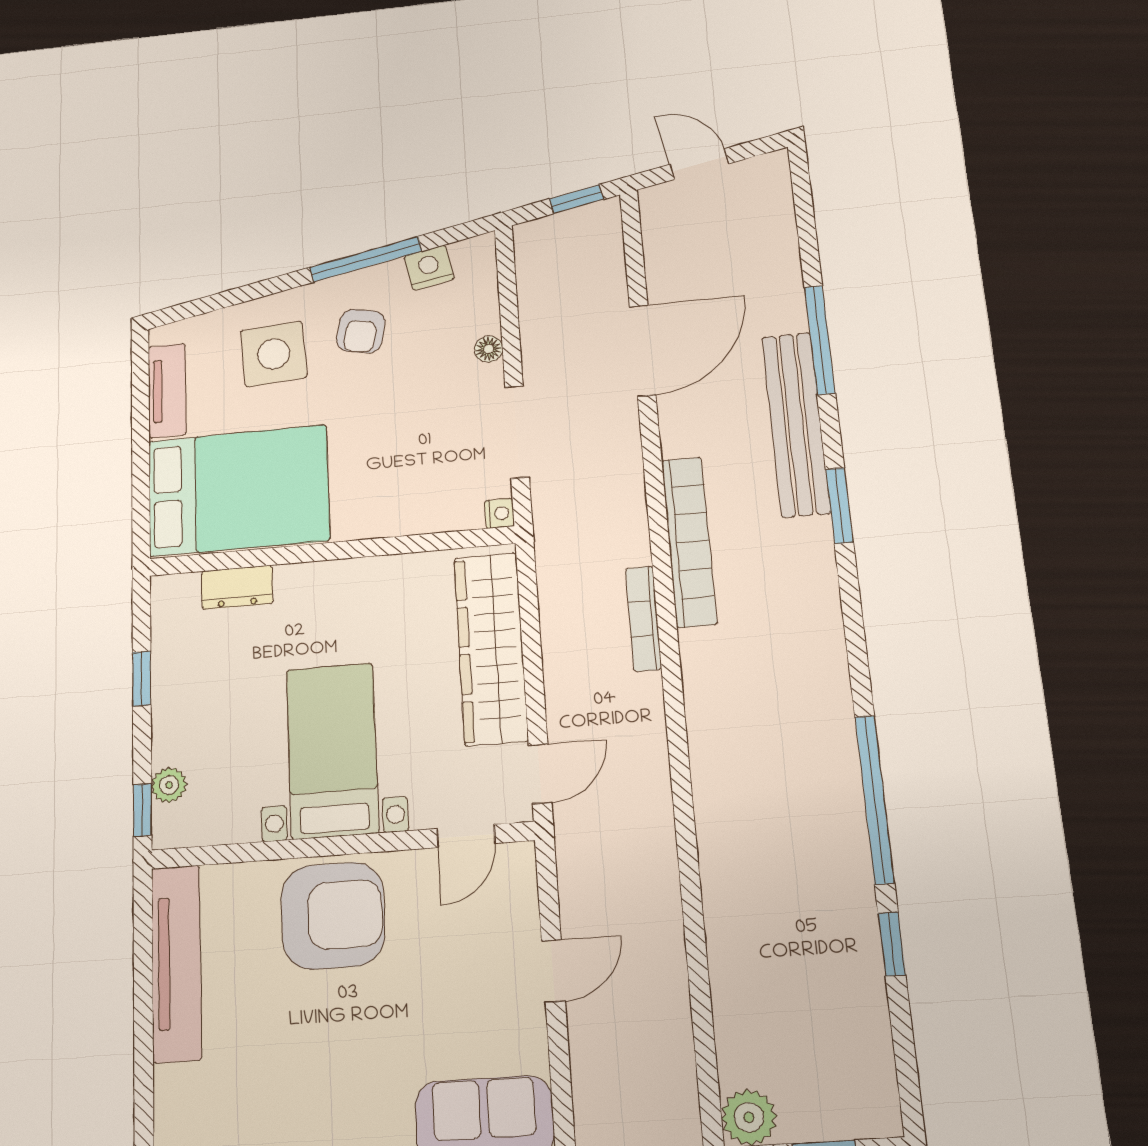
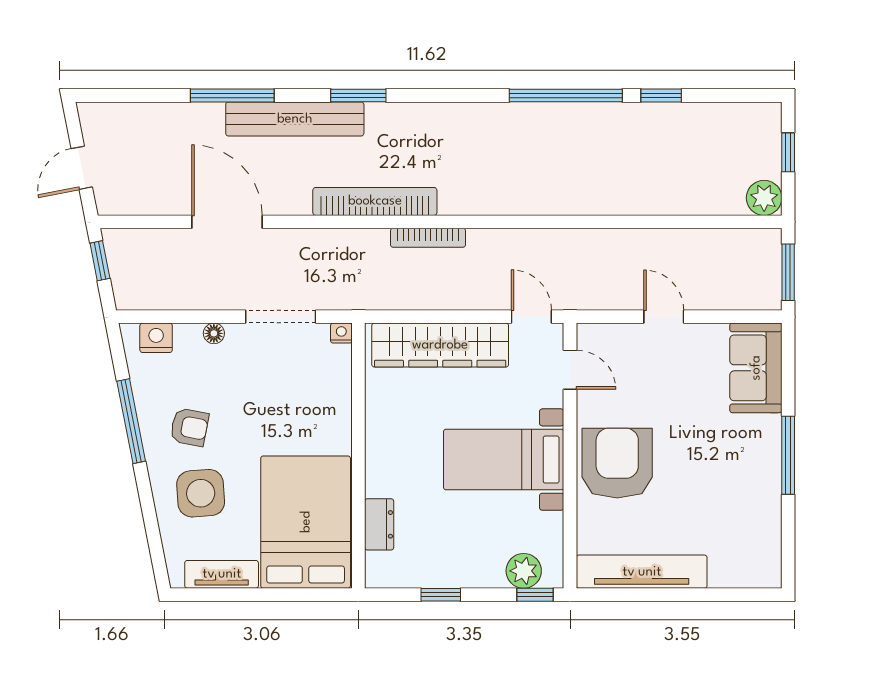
nightstand: (429, 268) -> (156, 338), moved, turned 101
plant: (169, 785) -> (524, 571), width x1.38, depth x1.38

